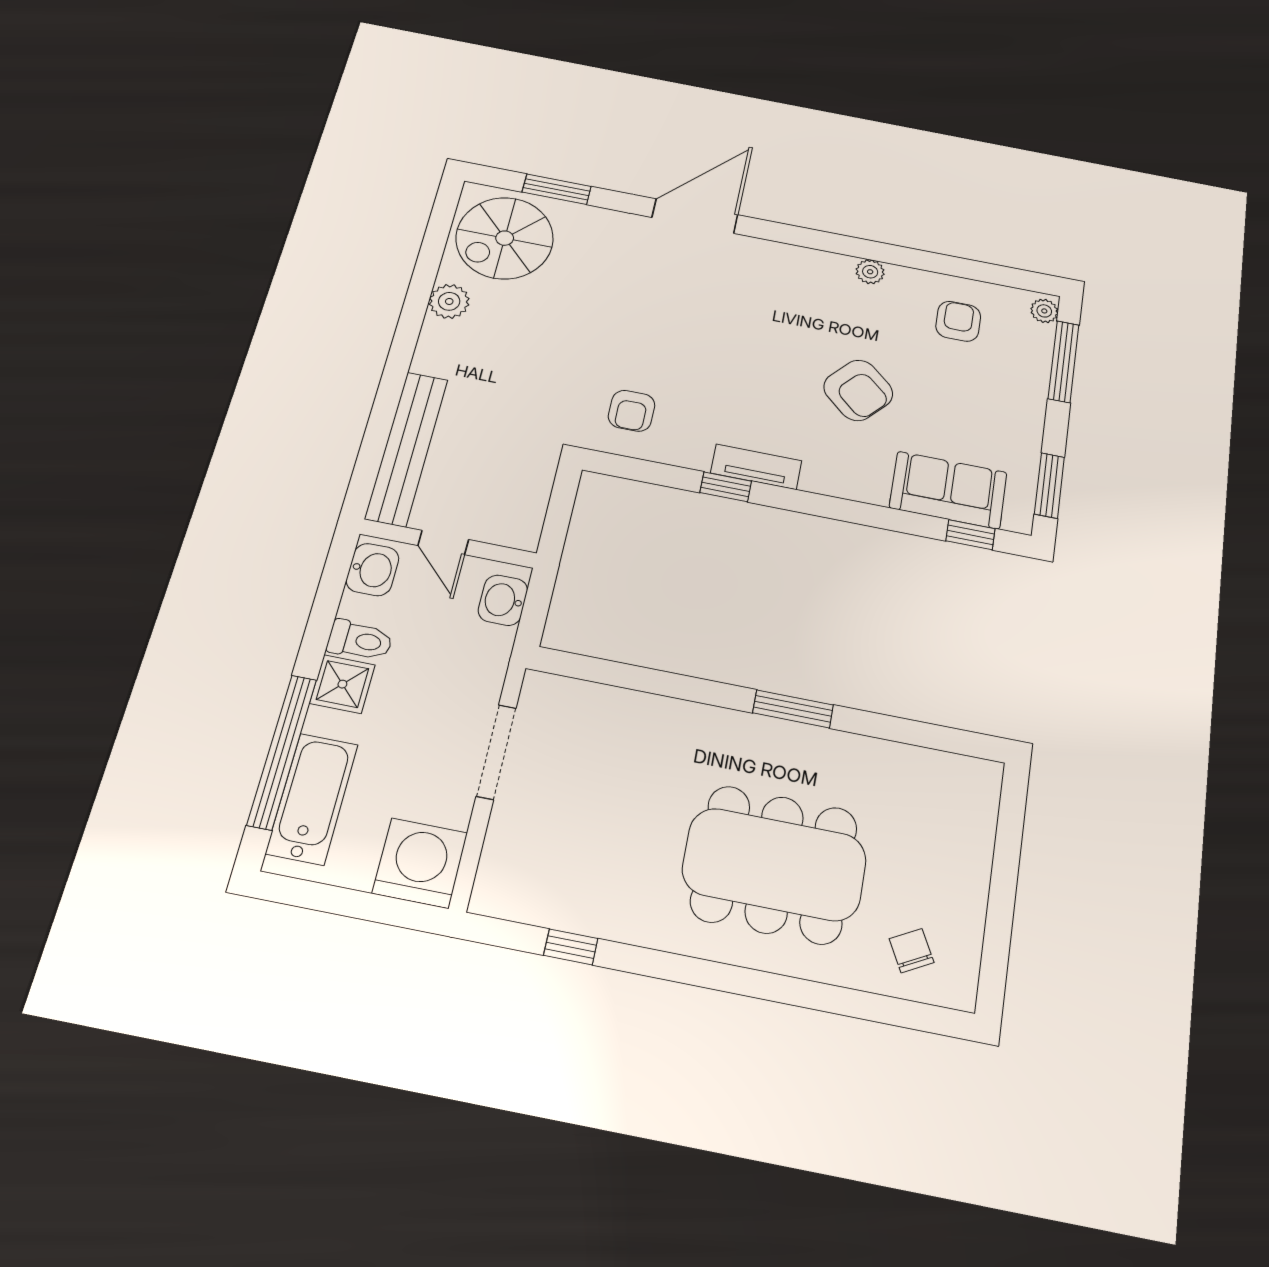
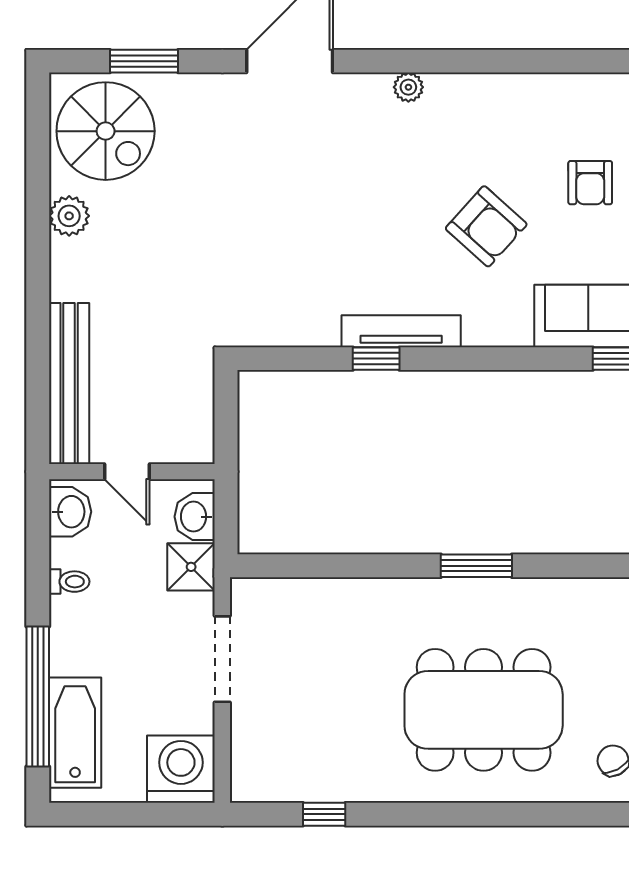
spiral stairs: (505, 238) -> (106, 131), turned -90
plant: (870, 272) -> (408, 87), moved
armchair: (958, 321) -> (590, 183), moved, turned 180
armchair: (632, 411) -> (271, 297), removed
tv unit: (756, 467) -> (401, 331), width x1.41
toilet: (360, 640) -> (69, 582), width x0.73, depth x0.72
shower: (342, 684) -> (191, 567), moved

